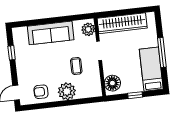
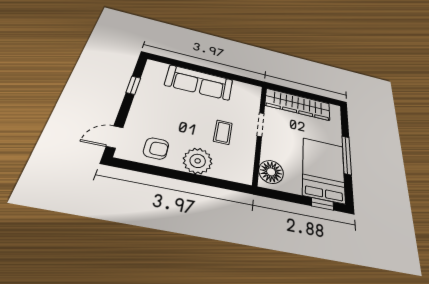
plant: (88, 29) -> (252, 96), removed
bed: (151, 69) -> (324, 170), width x1.50
armchair: (41, 92) -> (156, 148), turned 180
window: (135, 95) -> (322, 204), moved

